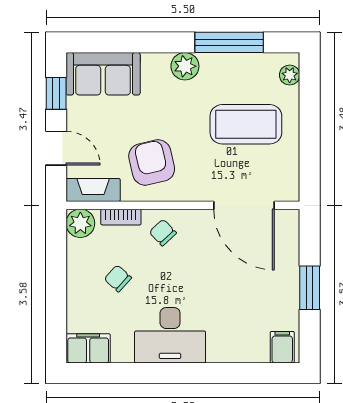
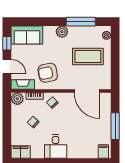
armchair: (152, 162) -> (48, 73), turned -88
window: (310, 288) -> (115, 126), width x1.44
desk: (170, 335) -> (56, 146), width x0.73

